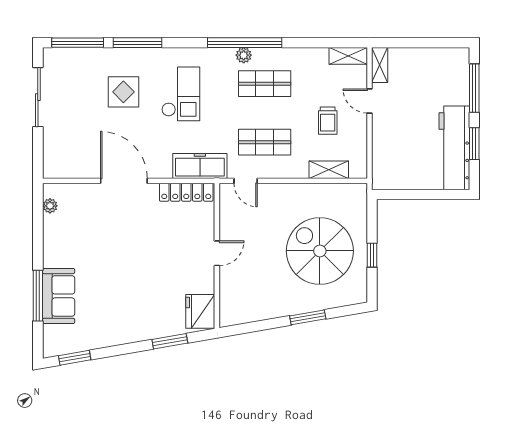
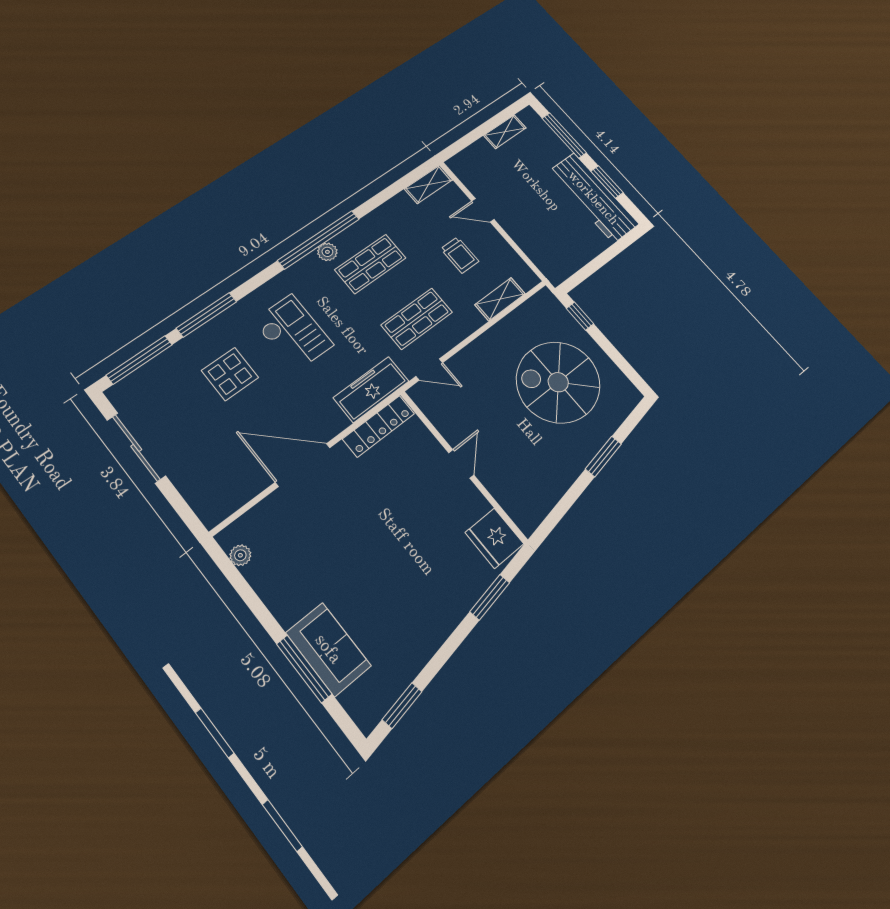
shelving: (380, 65) -> (505, 132), moved, turned 90
window: (372, 255) -> (580, 316), moved

